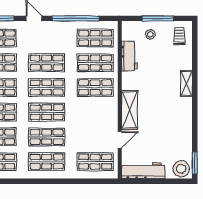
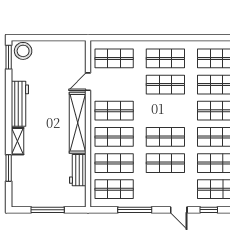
window: (75, 18) -> (135, 210), width x0.68
stool: (150, 34) -> (56, 193), removed
trolley: (179, 36) -> (25, 191), removed
window: (195, 58) -> (9, 168), added
shelving: (130, 110) -> (78, 123), width x1.47
shop shelf: (47, 112) -> (114, 111), moved
workbench: (143, 171) -> (20, 104), moved, turned -90

